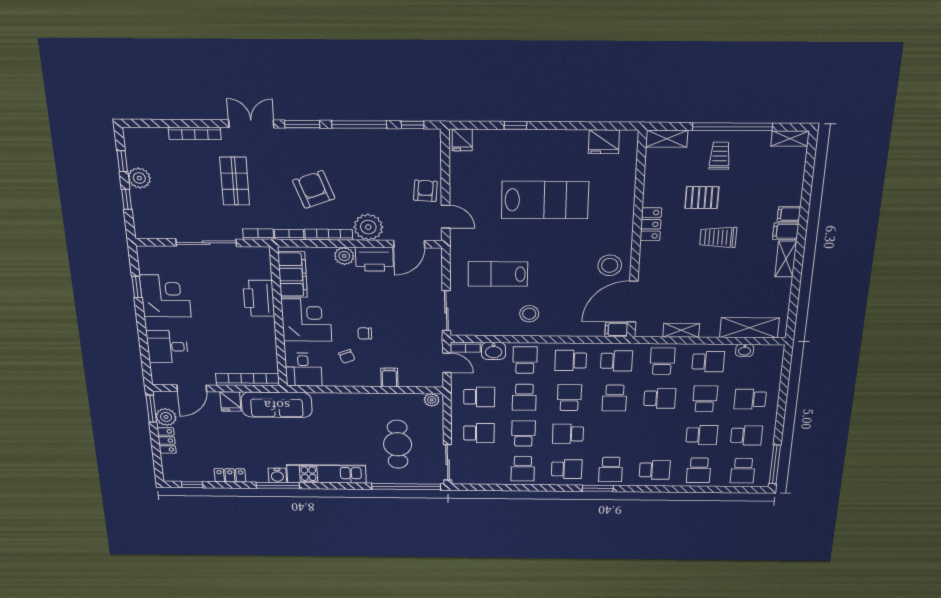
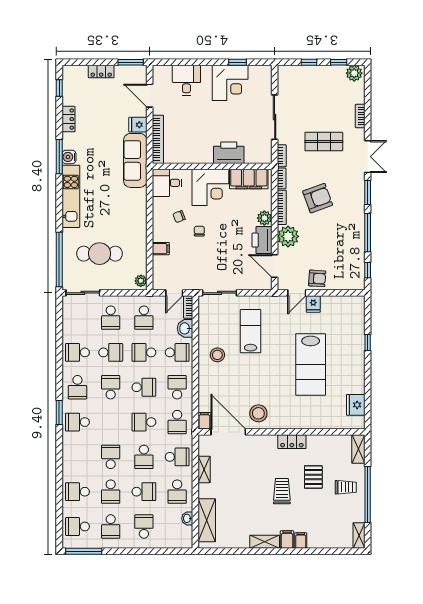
bookcase: (195, 133) -> (360, 116), width x0.64
fridge: (462, 140) -> (313, 304), moved, turned -90
plant: (139, 178) -> (354, 73), moved
plant: (166, 417) -> (123, 73), removed
school desk: (655, 470) -> (111, 457), moved, turned 180

